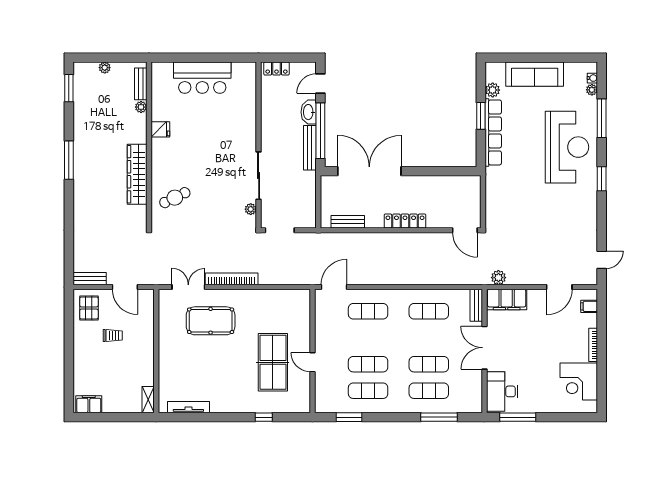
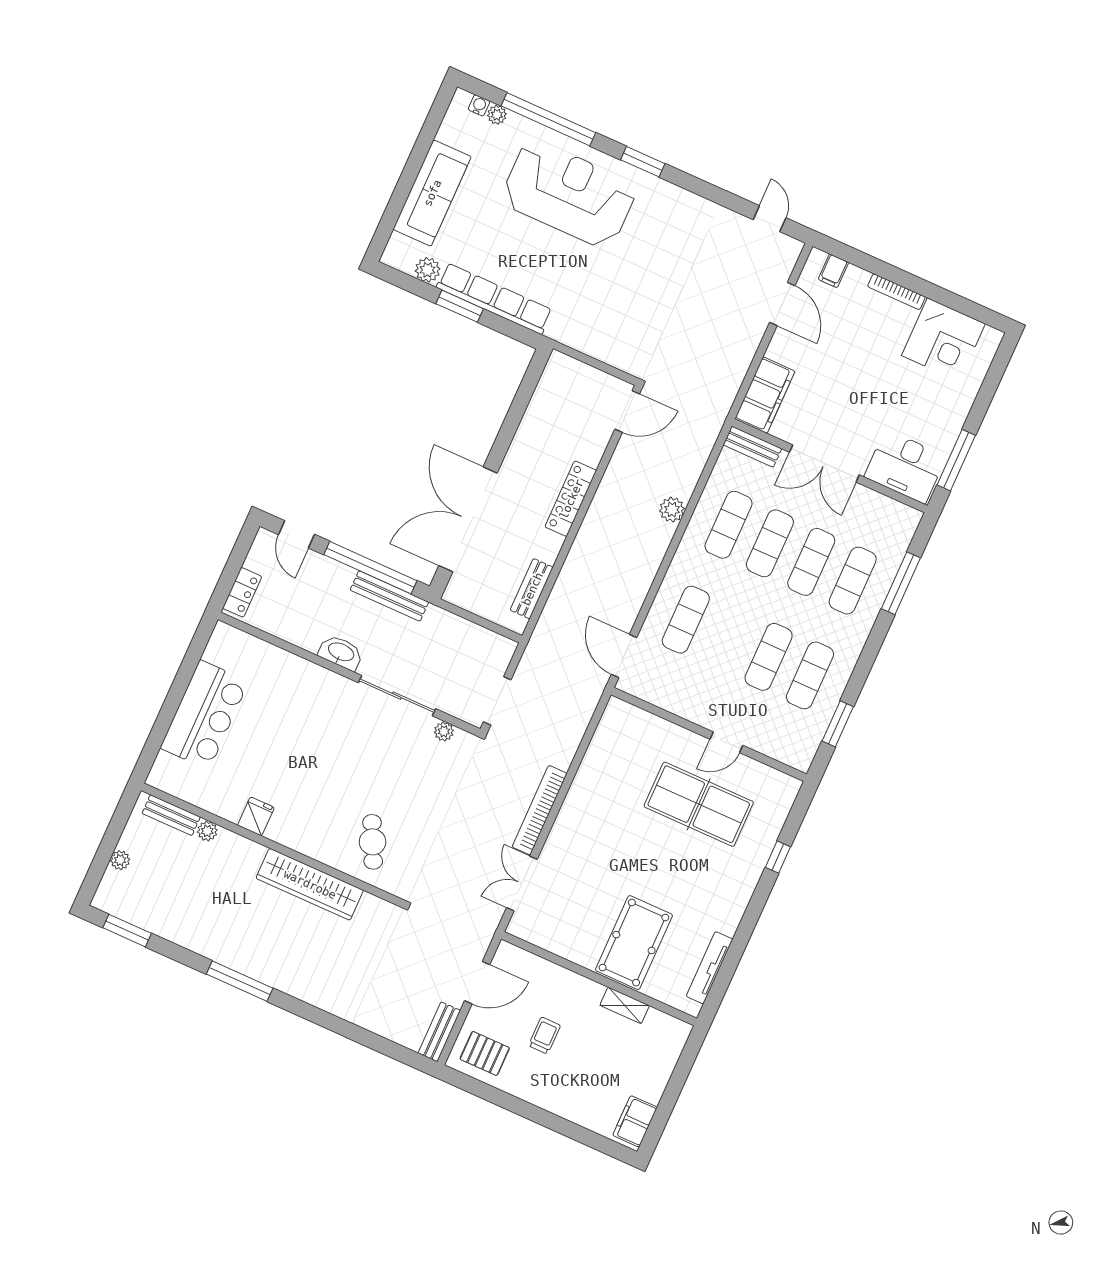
washbasin: (309, 112) -> (341, 652), moved, turned 180
window: (602, 118) -> (548, 119), width x1.46
plant: (498, 278) -> (672, 510), moved
pool table: (211, 321) -> (634, 943), moved
exercise mat: (429, 338) -> (770, 543), added
shelving: (148, 400) -> (625, 1005), moved

